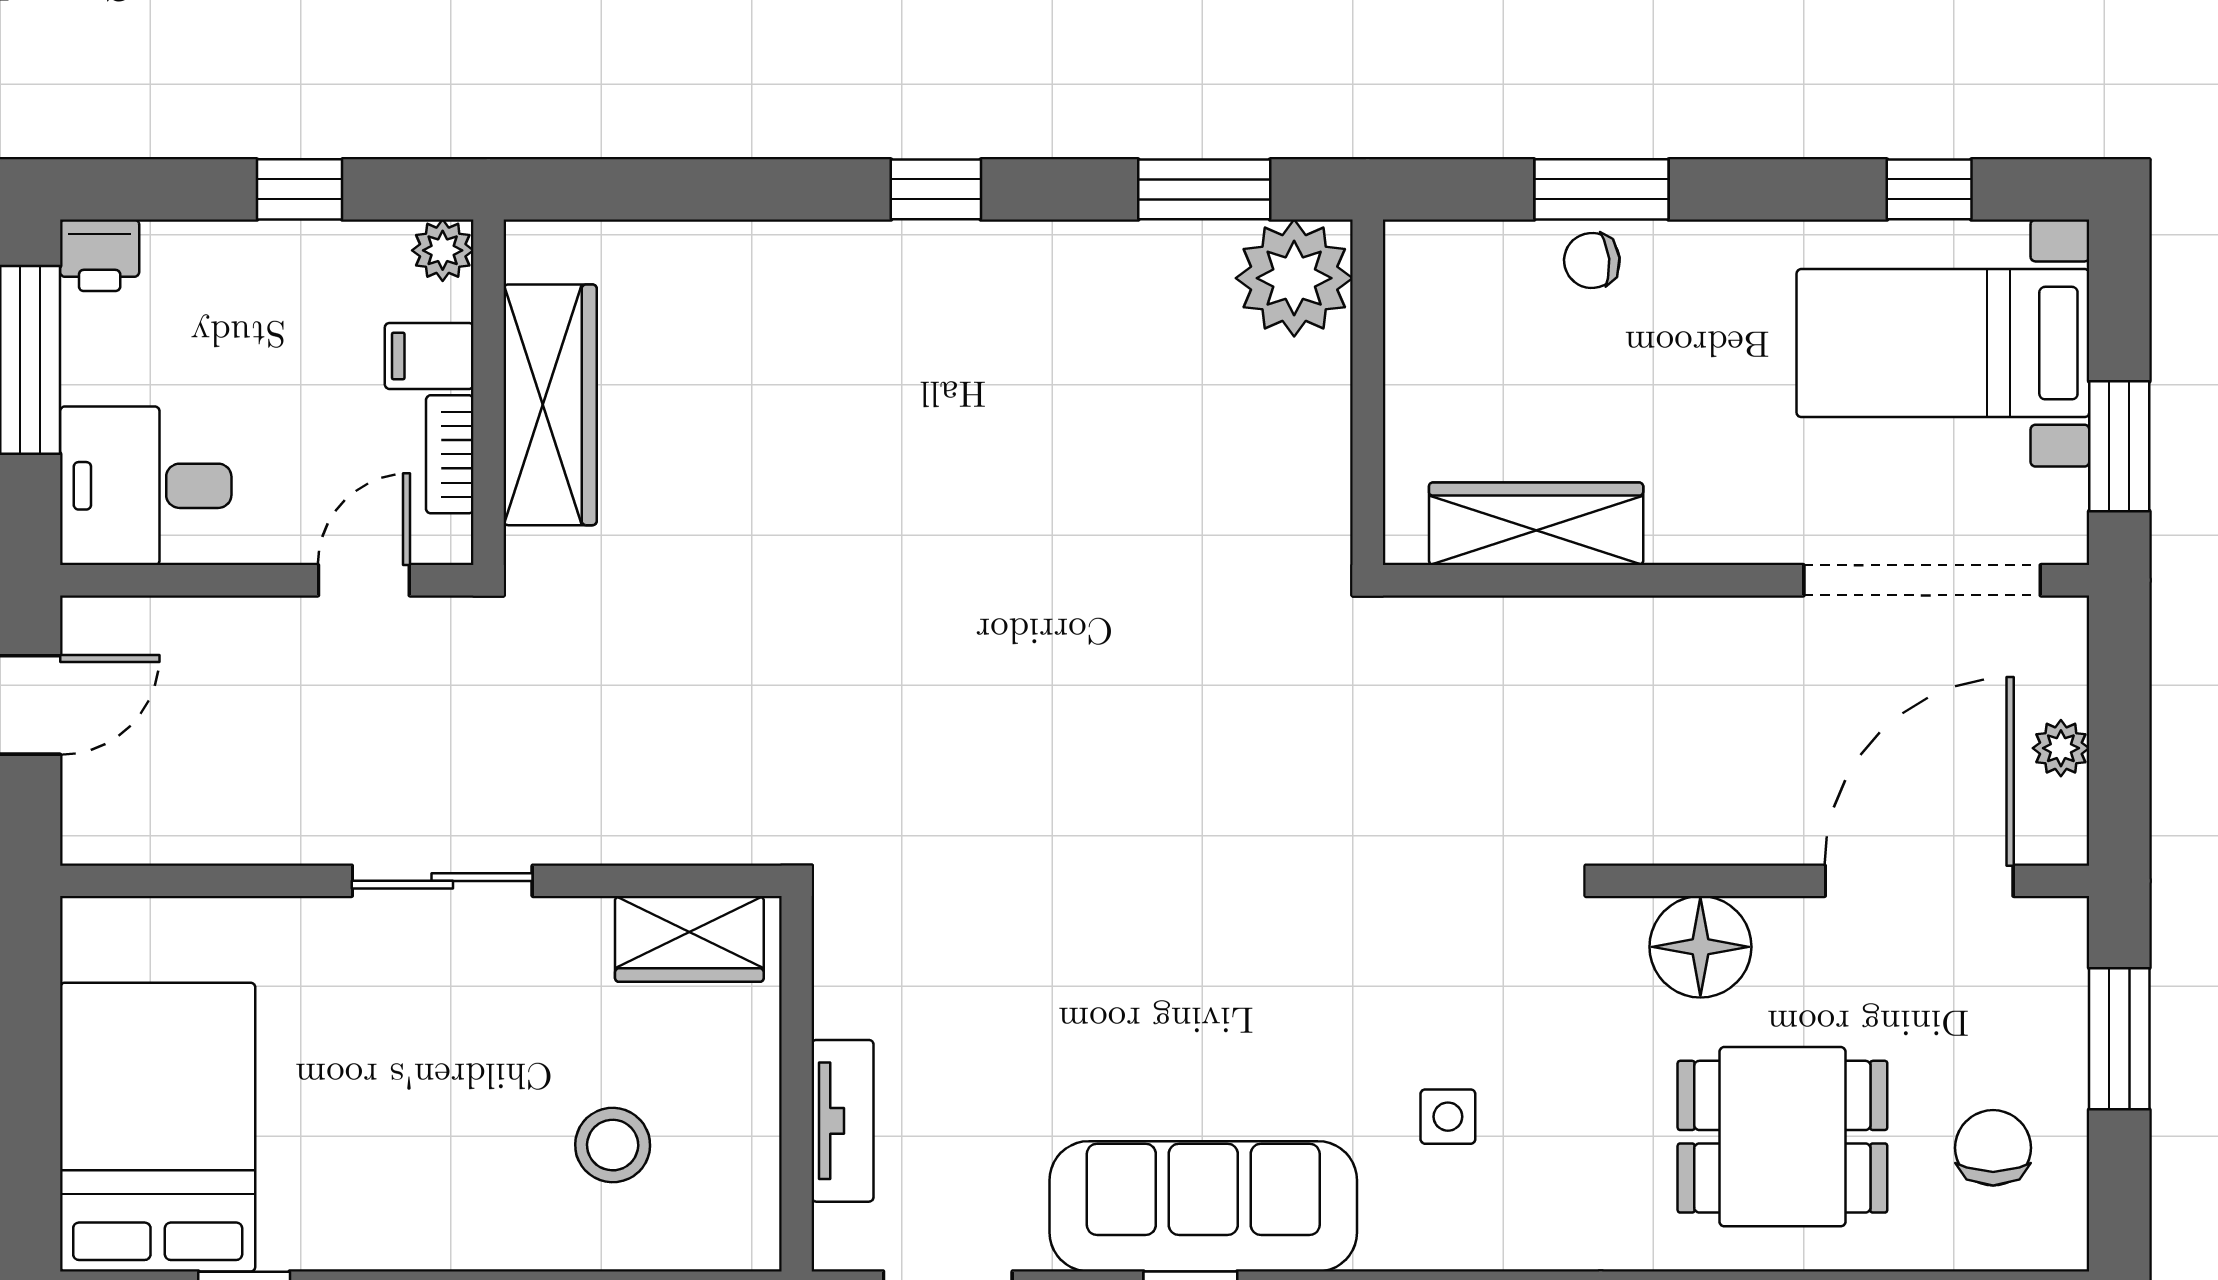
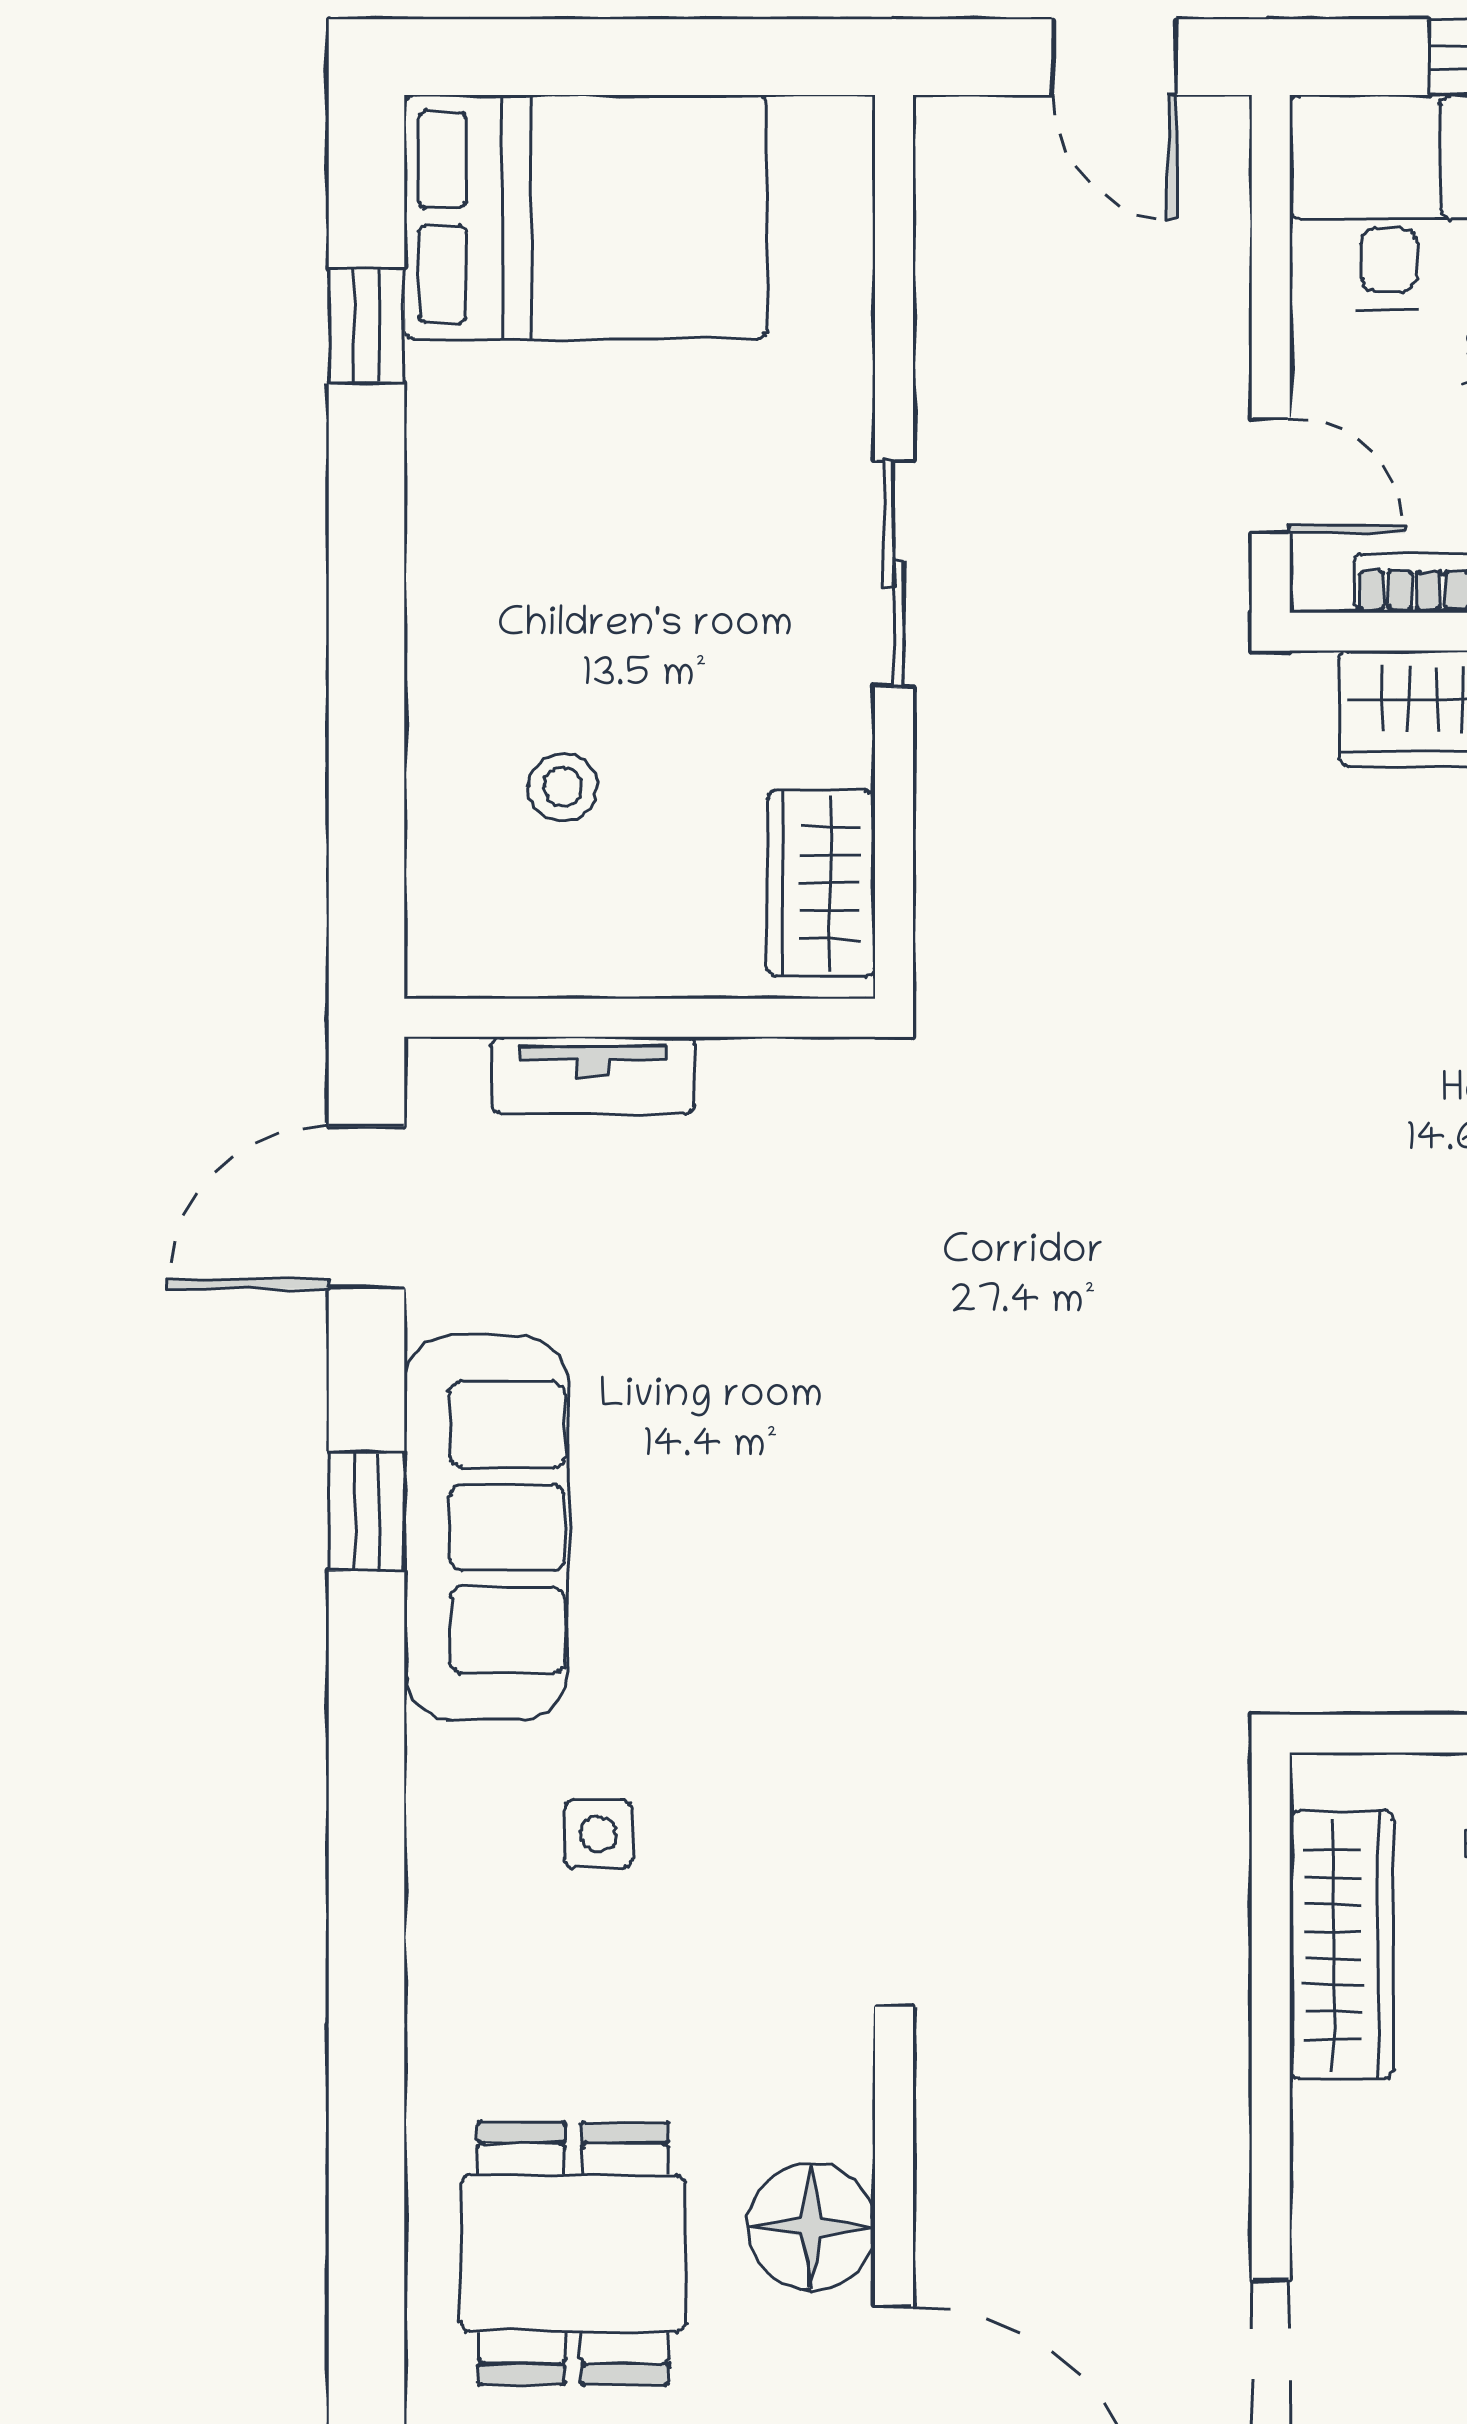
floor lamp: (1700, 947) -> (811, 2227), moved
stool: (613, 1145) -> (563, 787), width x0.73, depth x0.73

